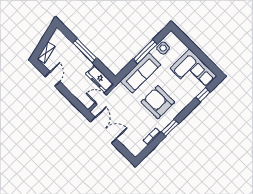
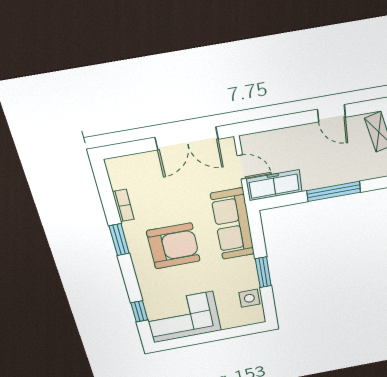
window: (145, 52) -> (263, 272), width x0.69
sofa: (140, 73) -> (233, 224), moved
door: (101, 99) -> (242, 167), hinge flipped

